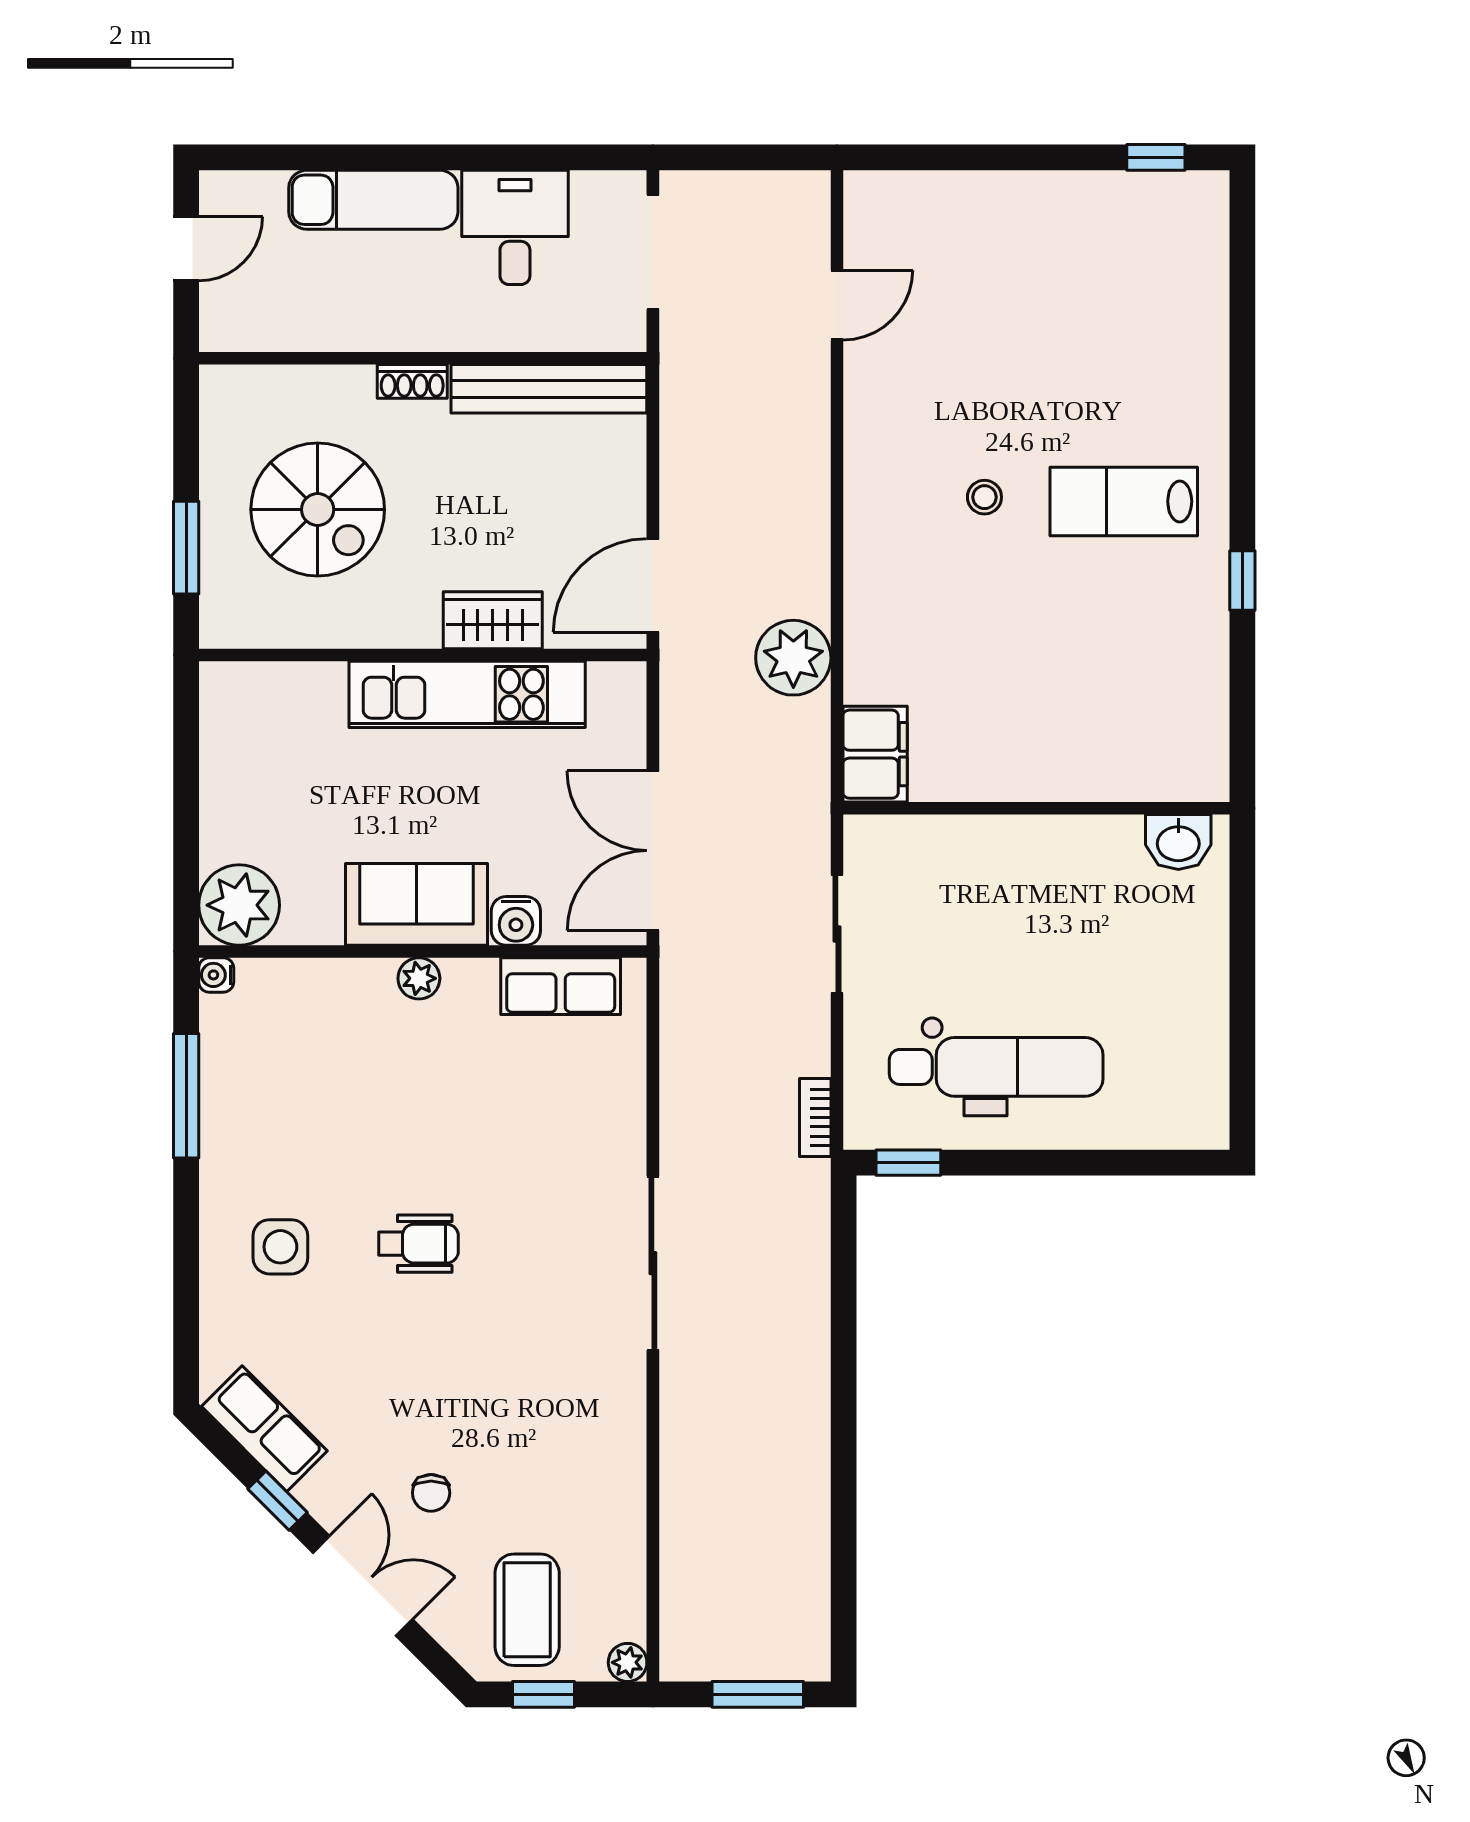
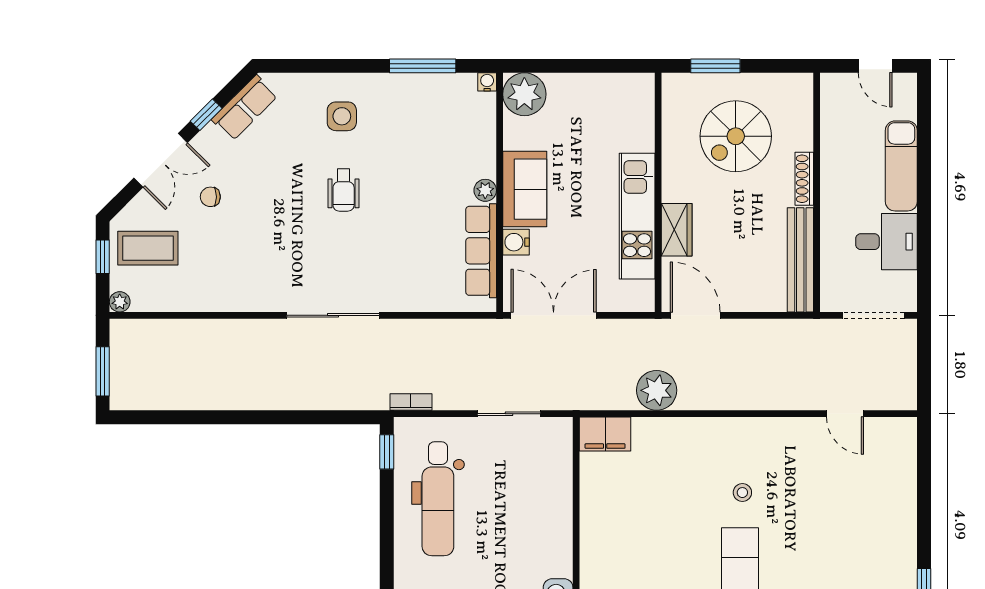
shoe rack: (412, 381) -> (804, 179), width x1.43
row of seats: (561, 986) -> (481, 251), width x1.48

